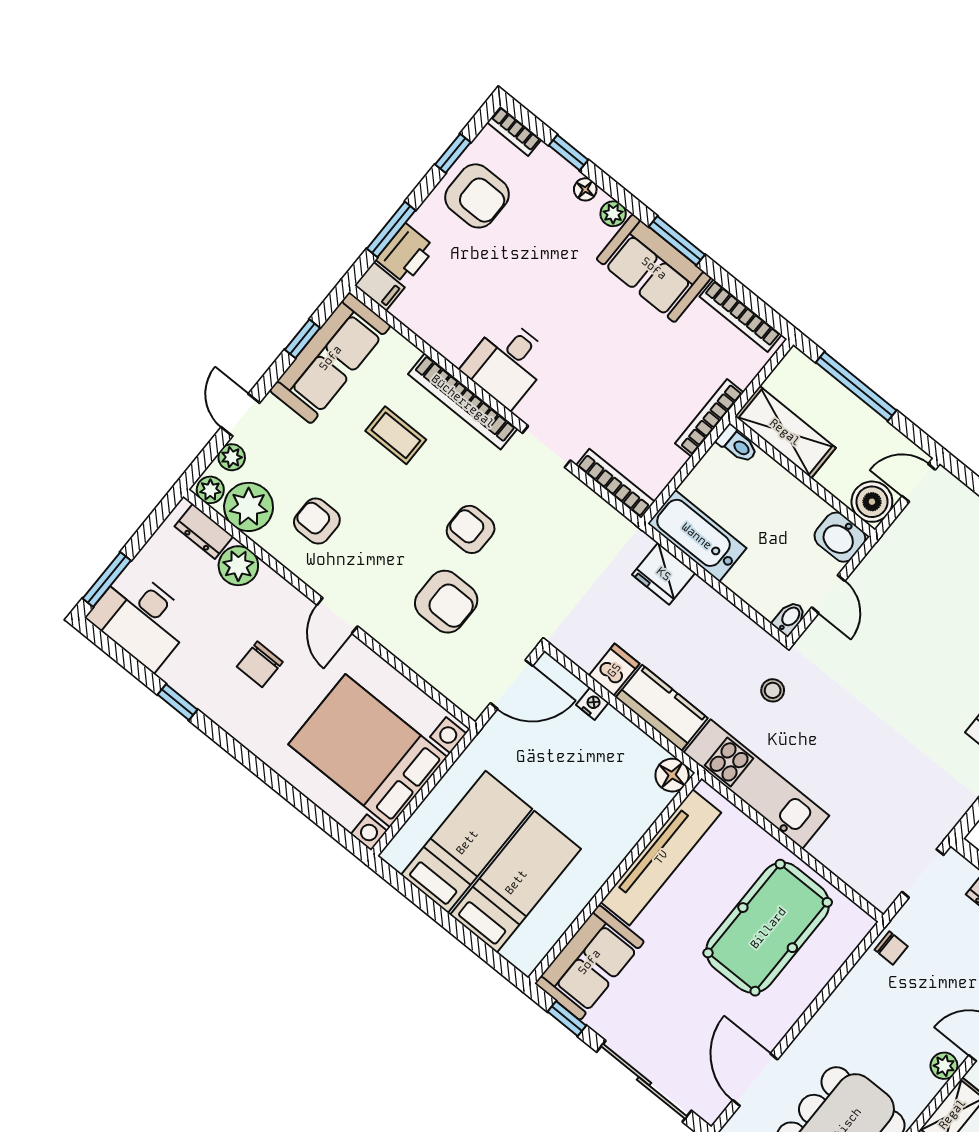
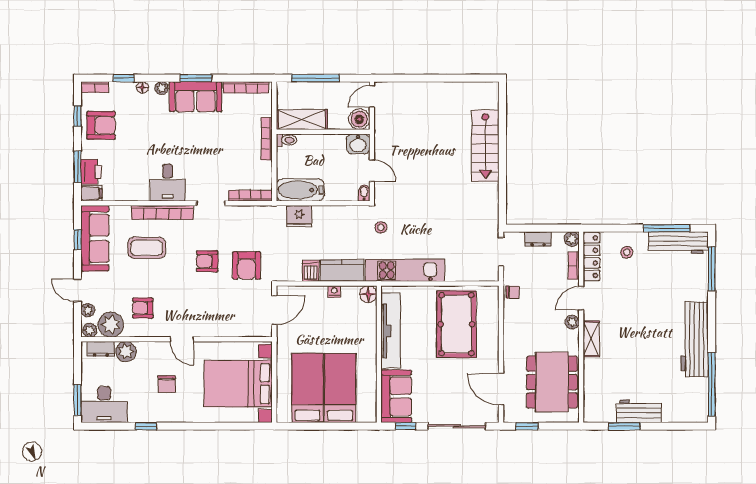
coffee table: (396, 435) -> (147, 248), width x1.36, depth x1.30
armchair: (446, 602) -> (247, 265), moved, turned 90
nightstand: (592, 704) -> (334, 291), moved

